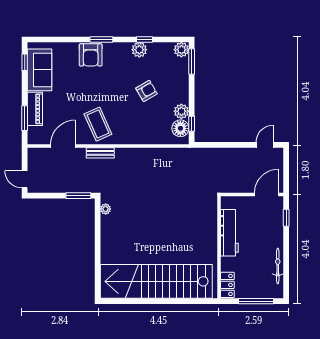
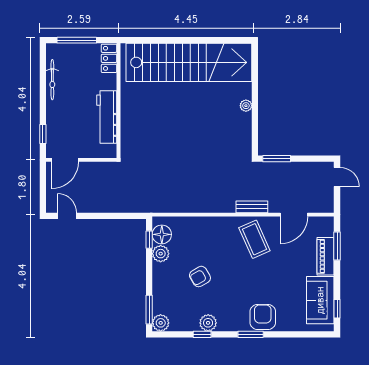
door: (265, 145) -> (67, 216), swing flipped
plant: (106, 209) -> (246, 106), moved

